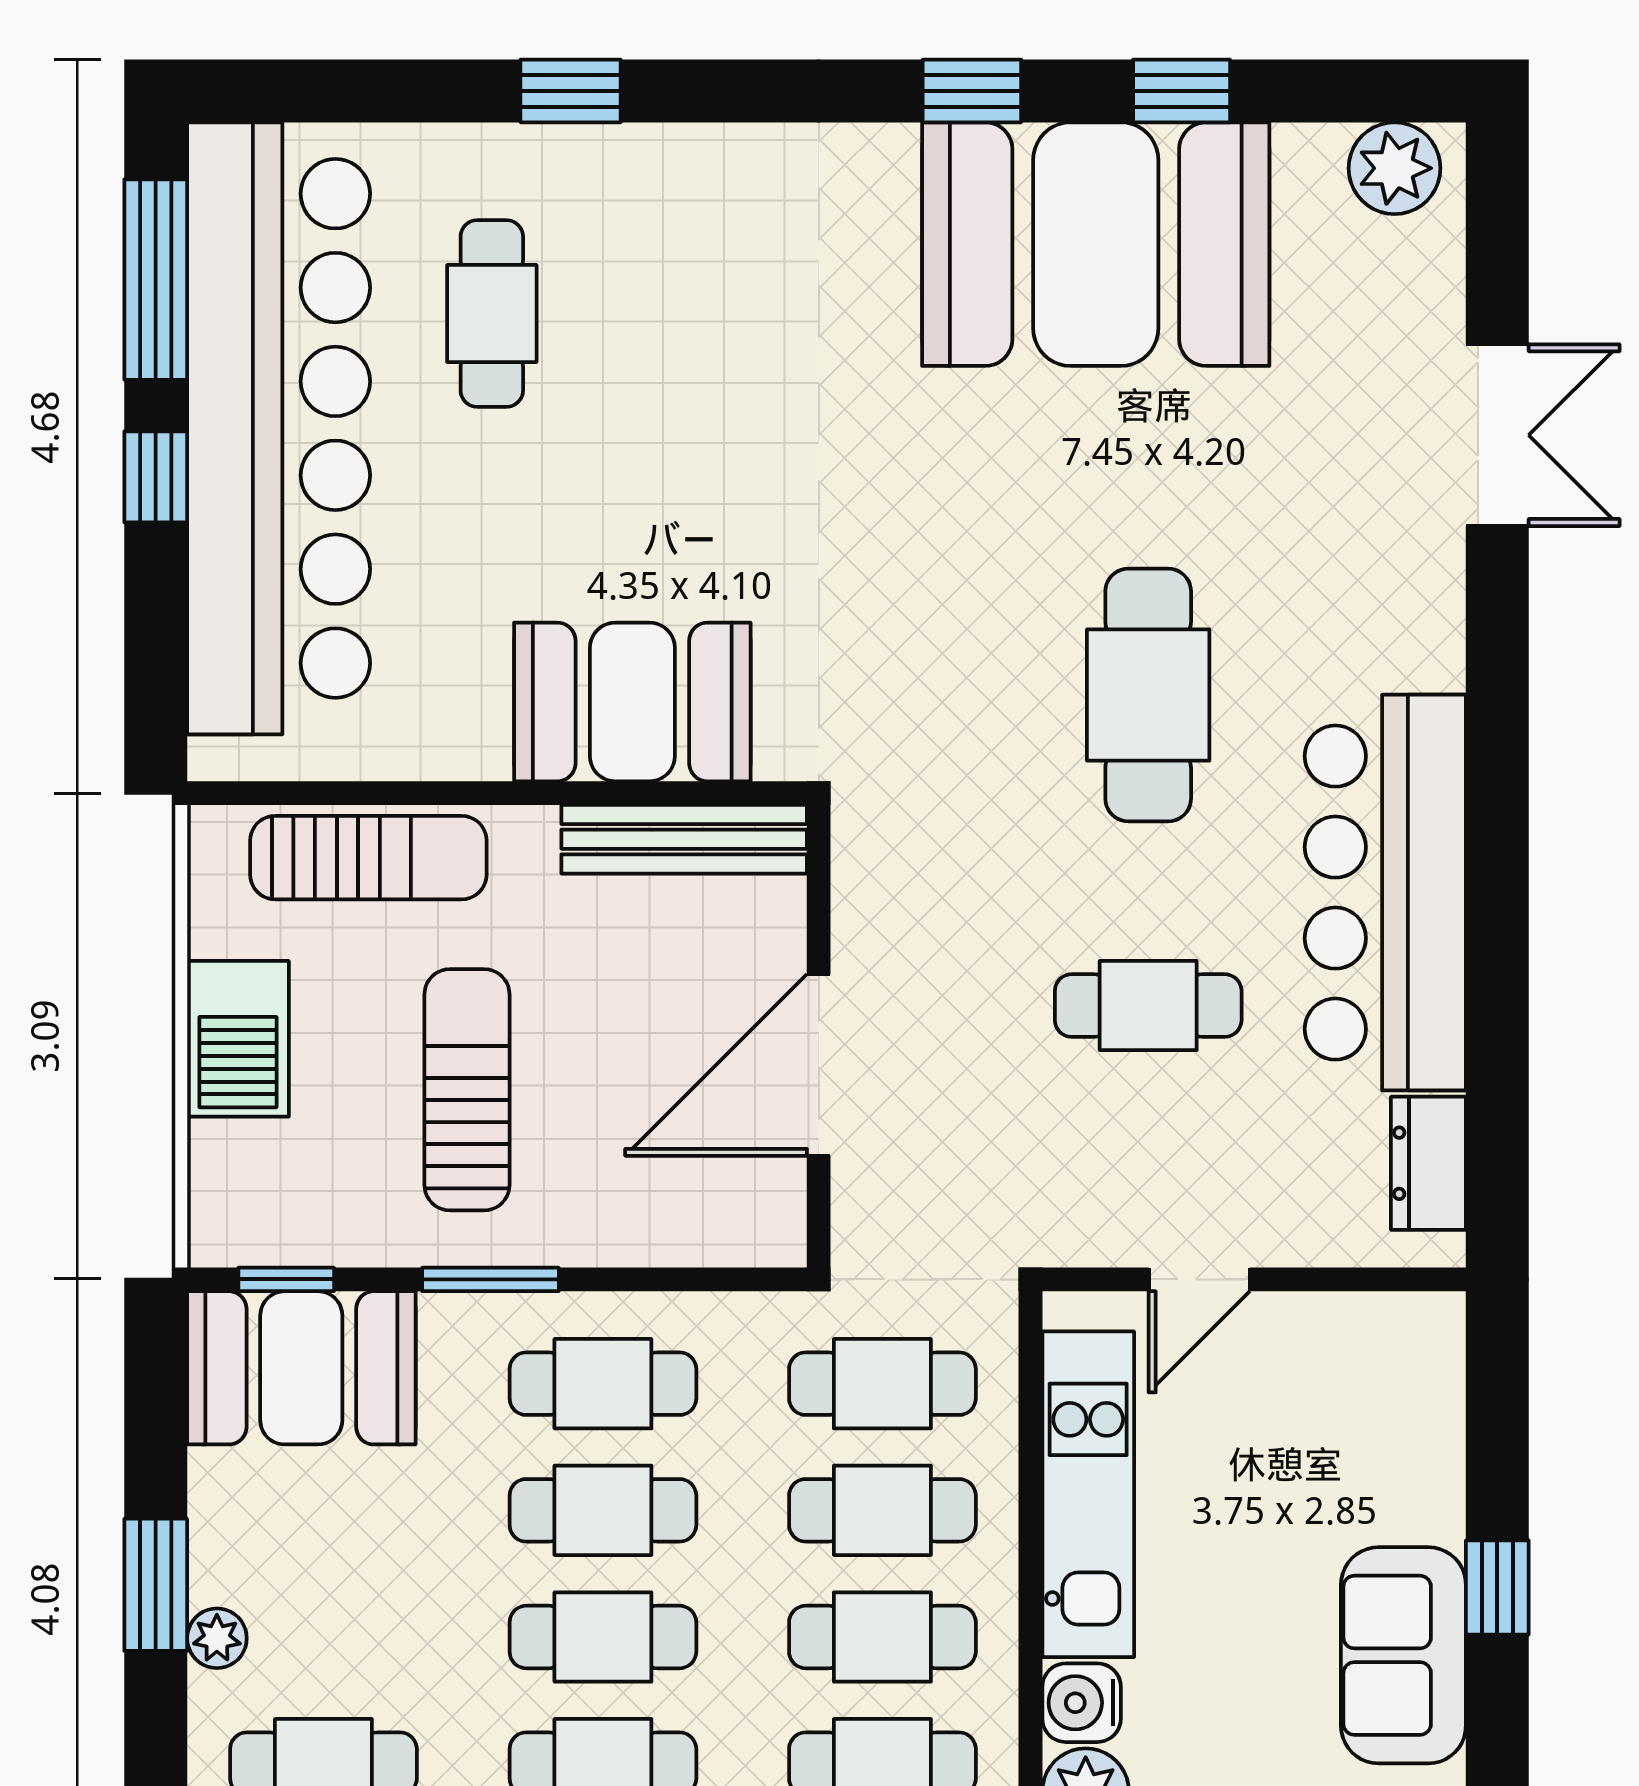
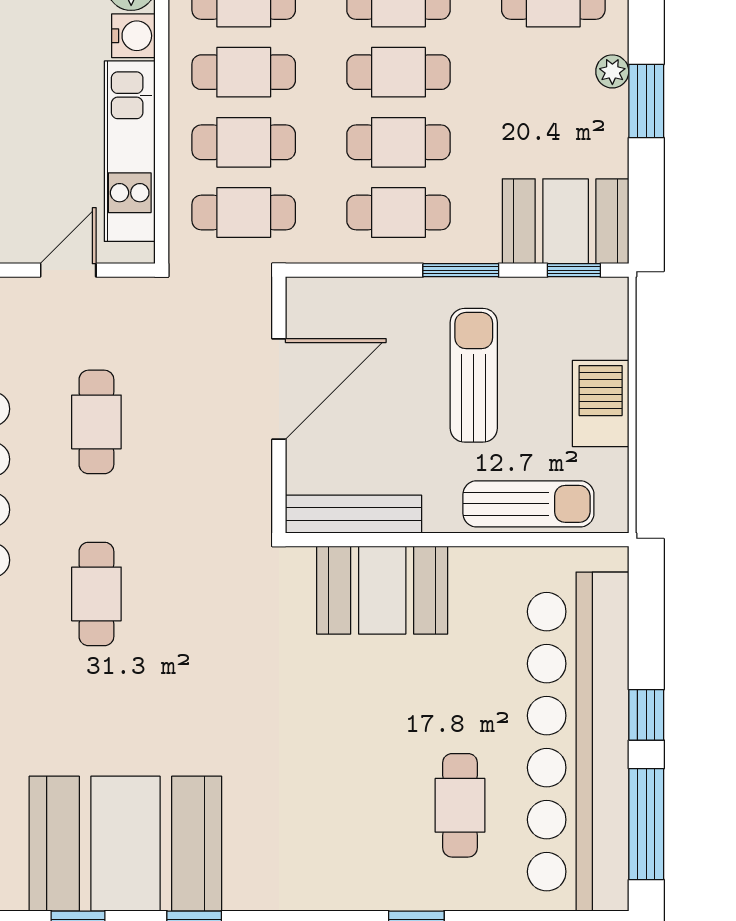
cafe table: (1148, 695) -> (96, 594), width x0.73, depth x0.74
sun lounger: (368, 858) -> (528, 504), turned 180
cafe table: (1148, 1006) -> (96, 422), turned 90
sun lounger: (467, 1090) -> (474, 375), turned 180

